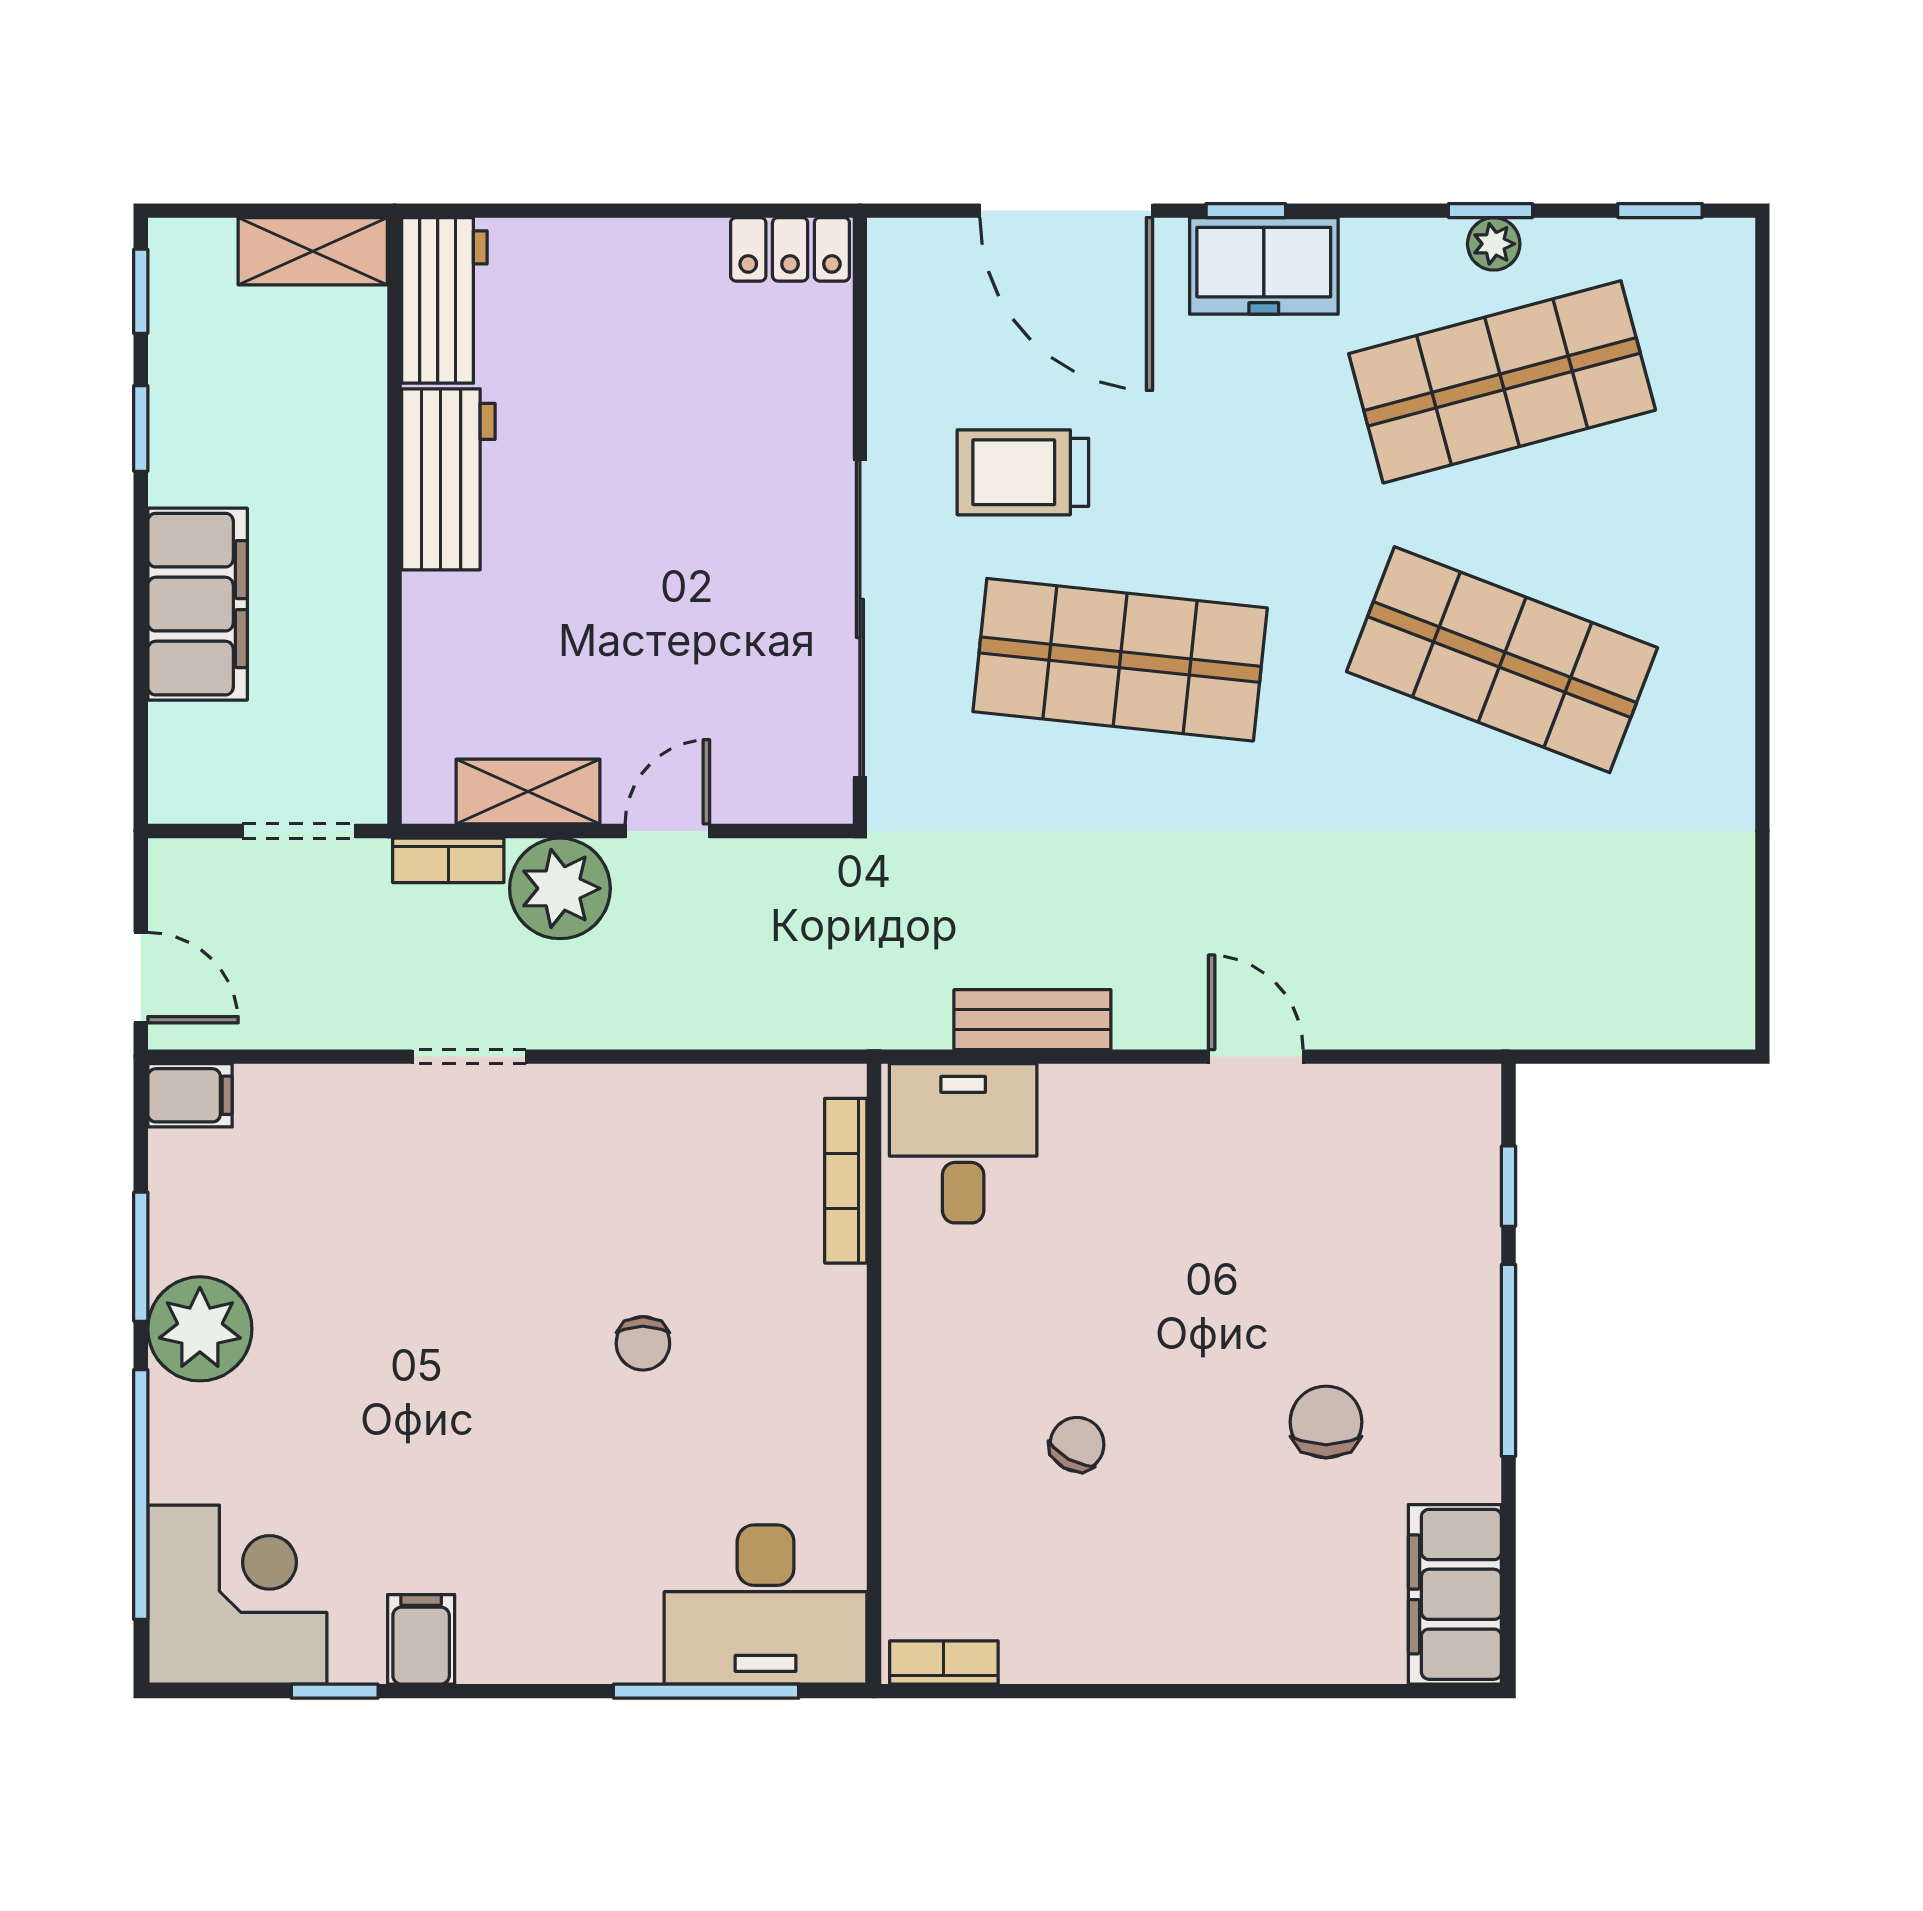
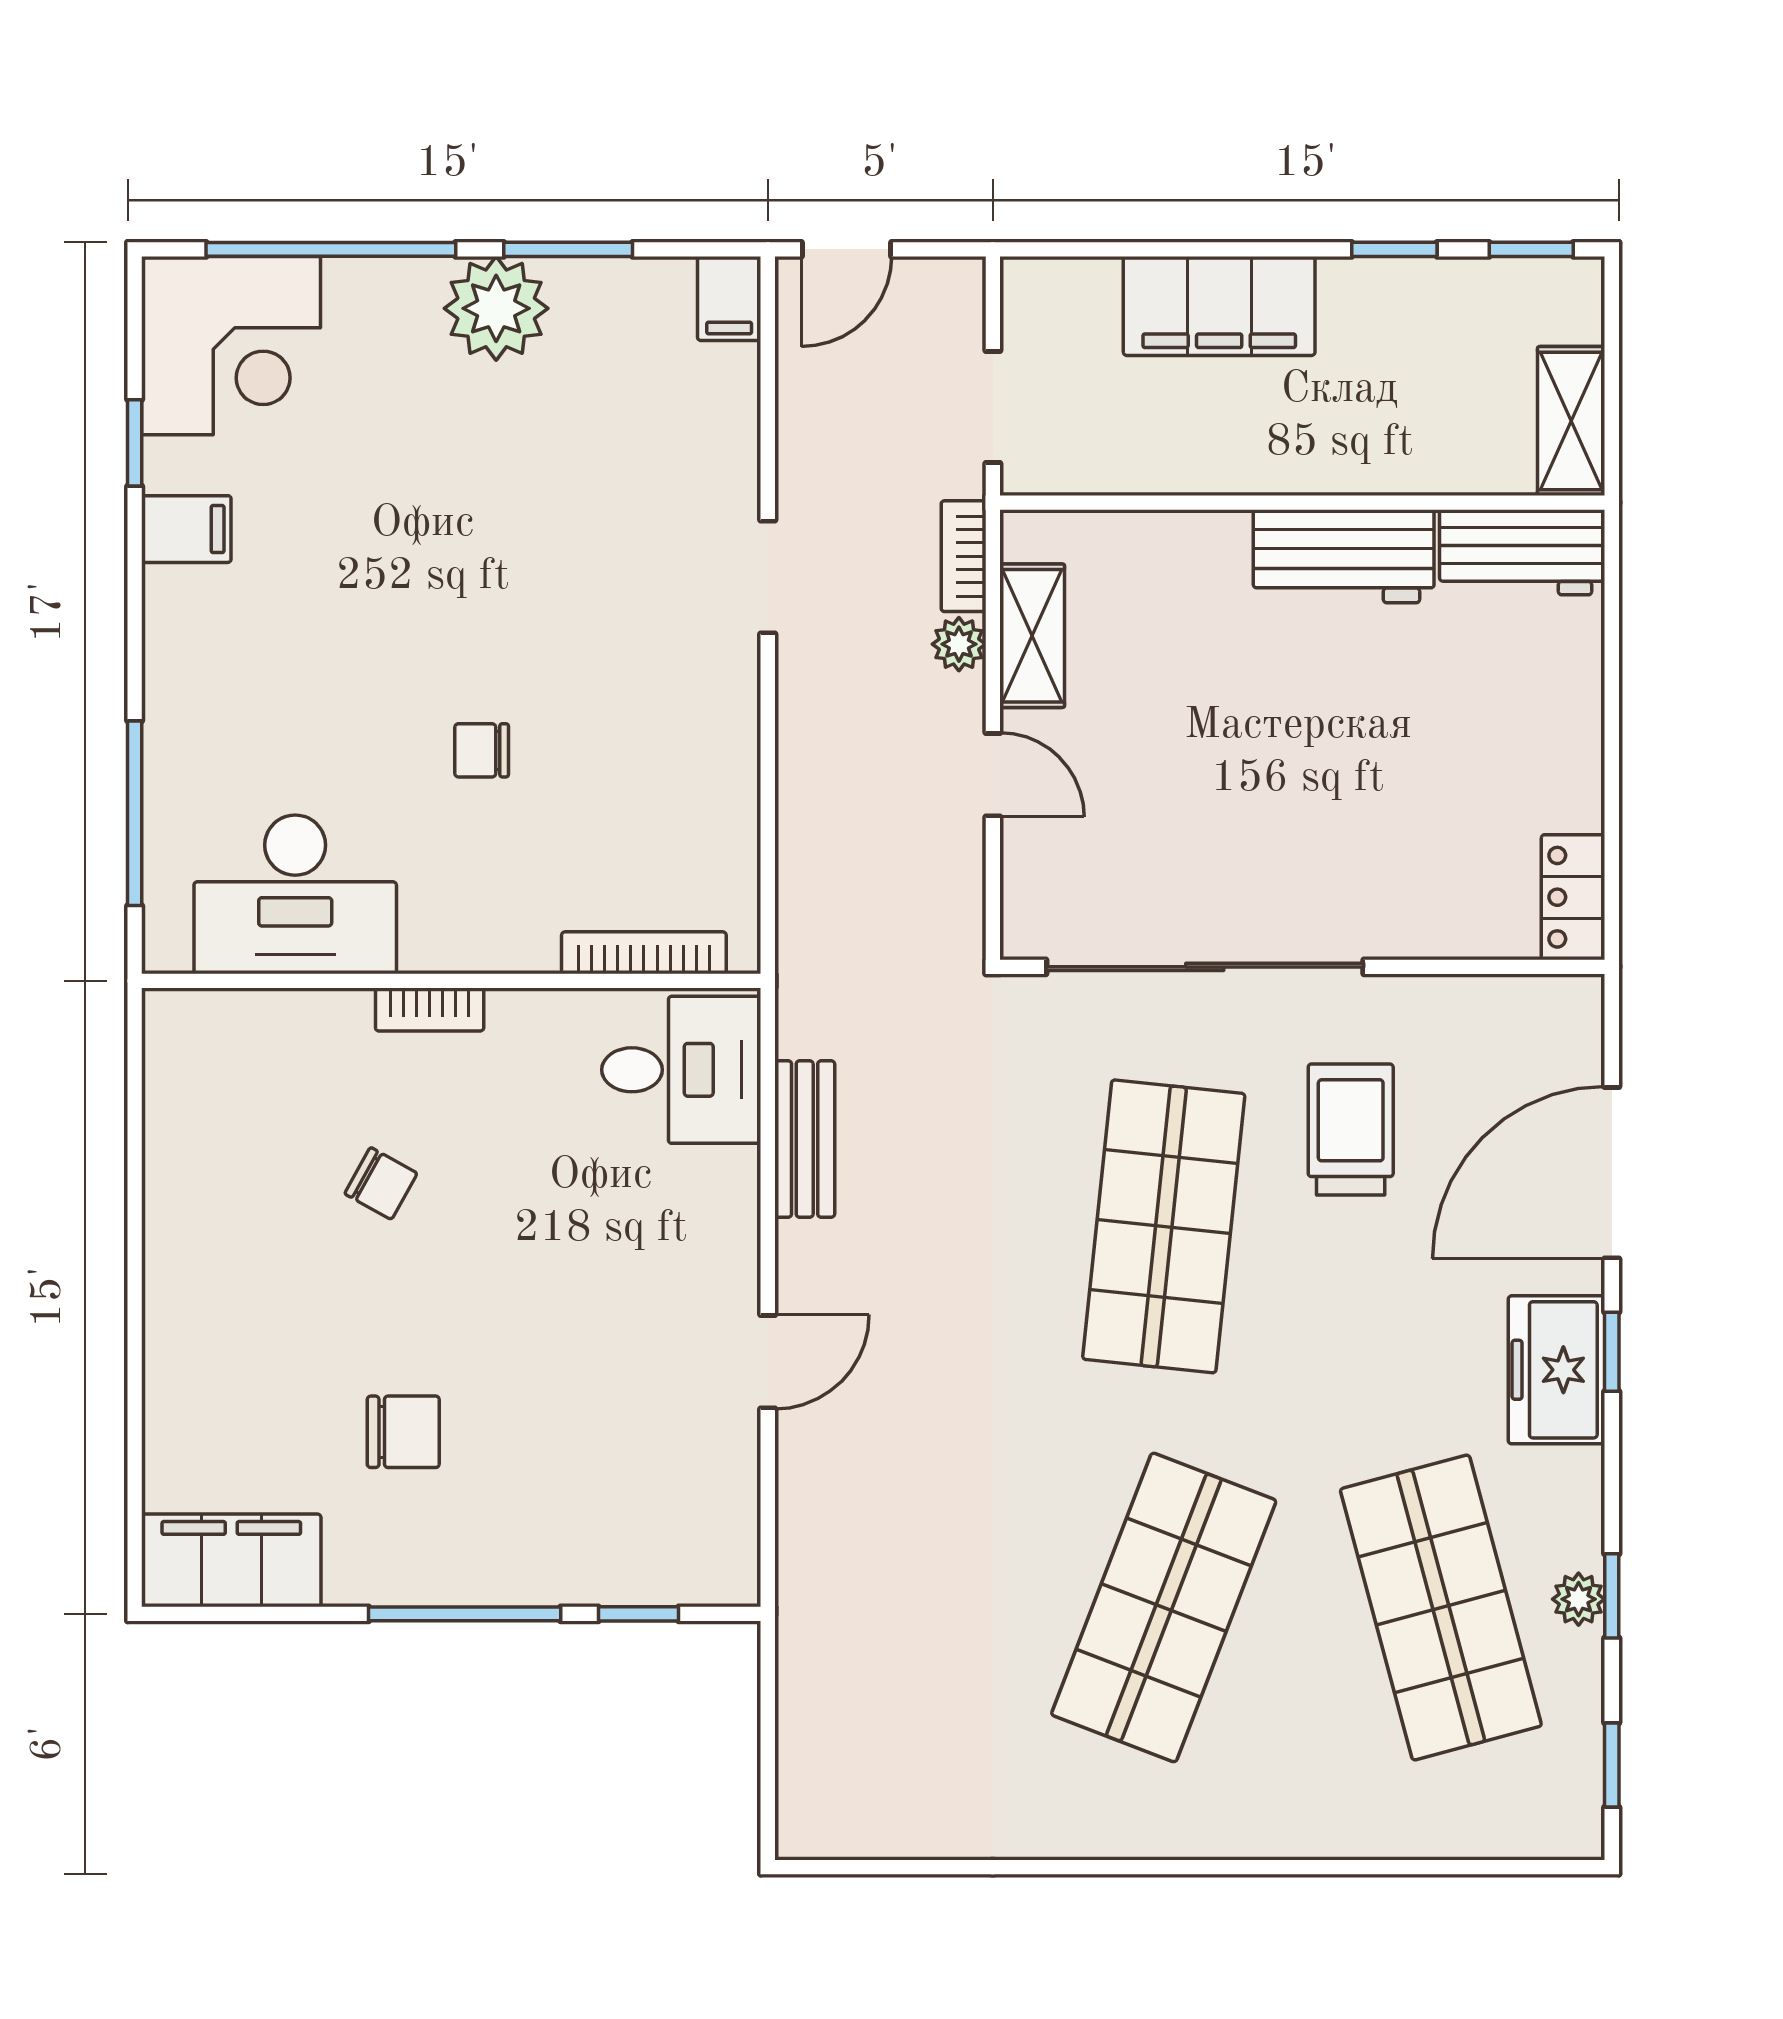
plant: (560, 888) -> (959, 644), width x0.53, depth x0.53
desk: (766, 1604) -> (295, 894), moved, turned -90
bookcase: (944, 1662) -> (430, 1010), moved, turned 90

